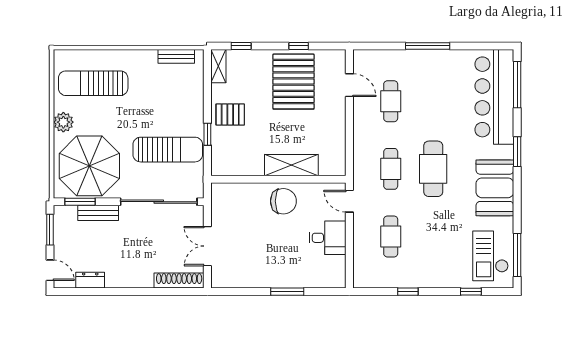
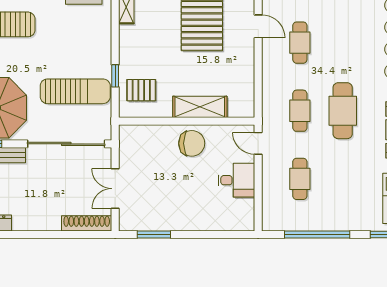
pallet: (230, 115) -> (141, 90), moved
window: (287, 292) -> (154, 235), moved
window: (408, 292) -> (317, 235), width x3.17

